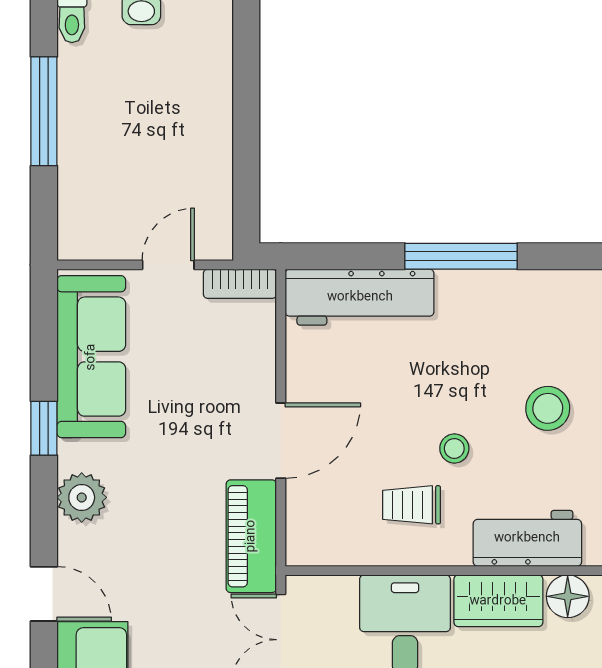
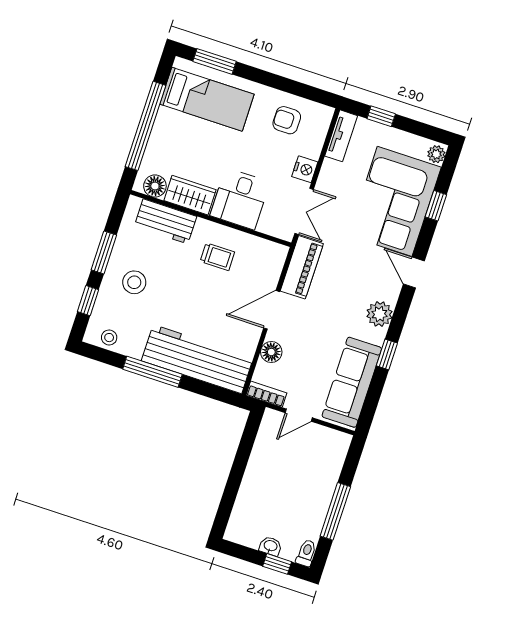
workbench: (360, 297) -> (197, 359), width x1.36, depth x1.32
floor lamp: (256, 363) -> (271, 352), added
stool: (454, 448) -> (109, 338), moved

